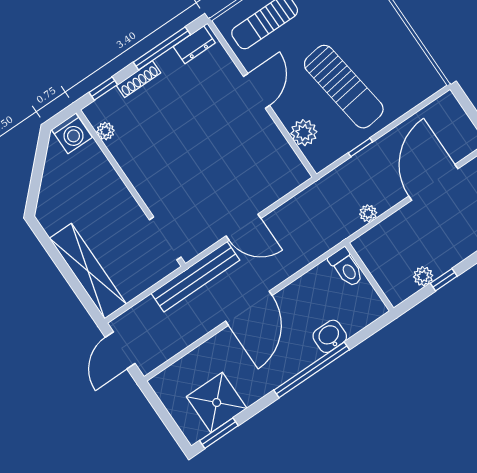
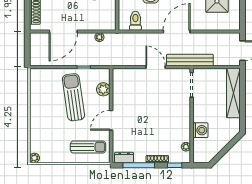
washing machine: (72, 133) -> (200, 130), moved, turned 90
toilet: (346, 267) -> (135, 21), moved

